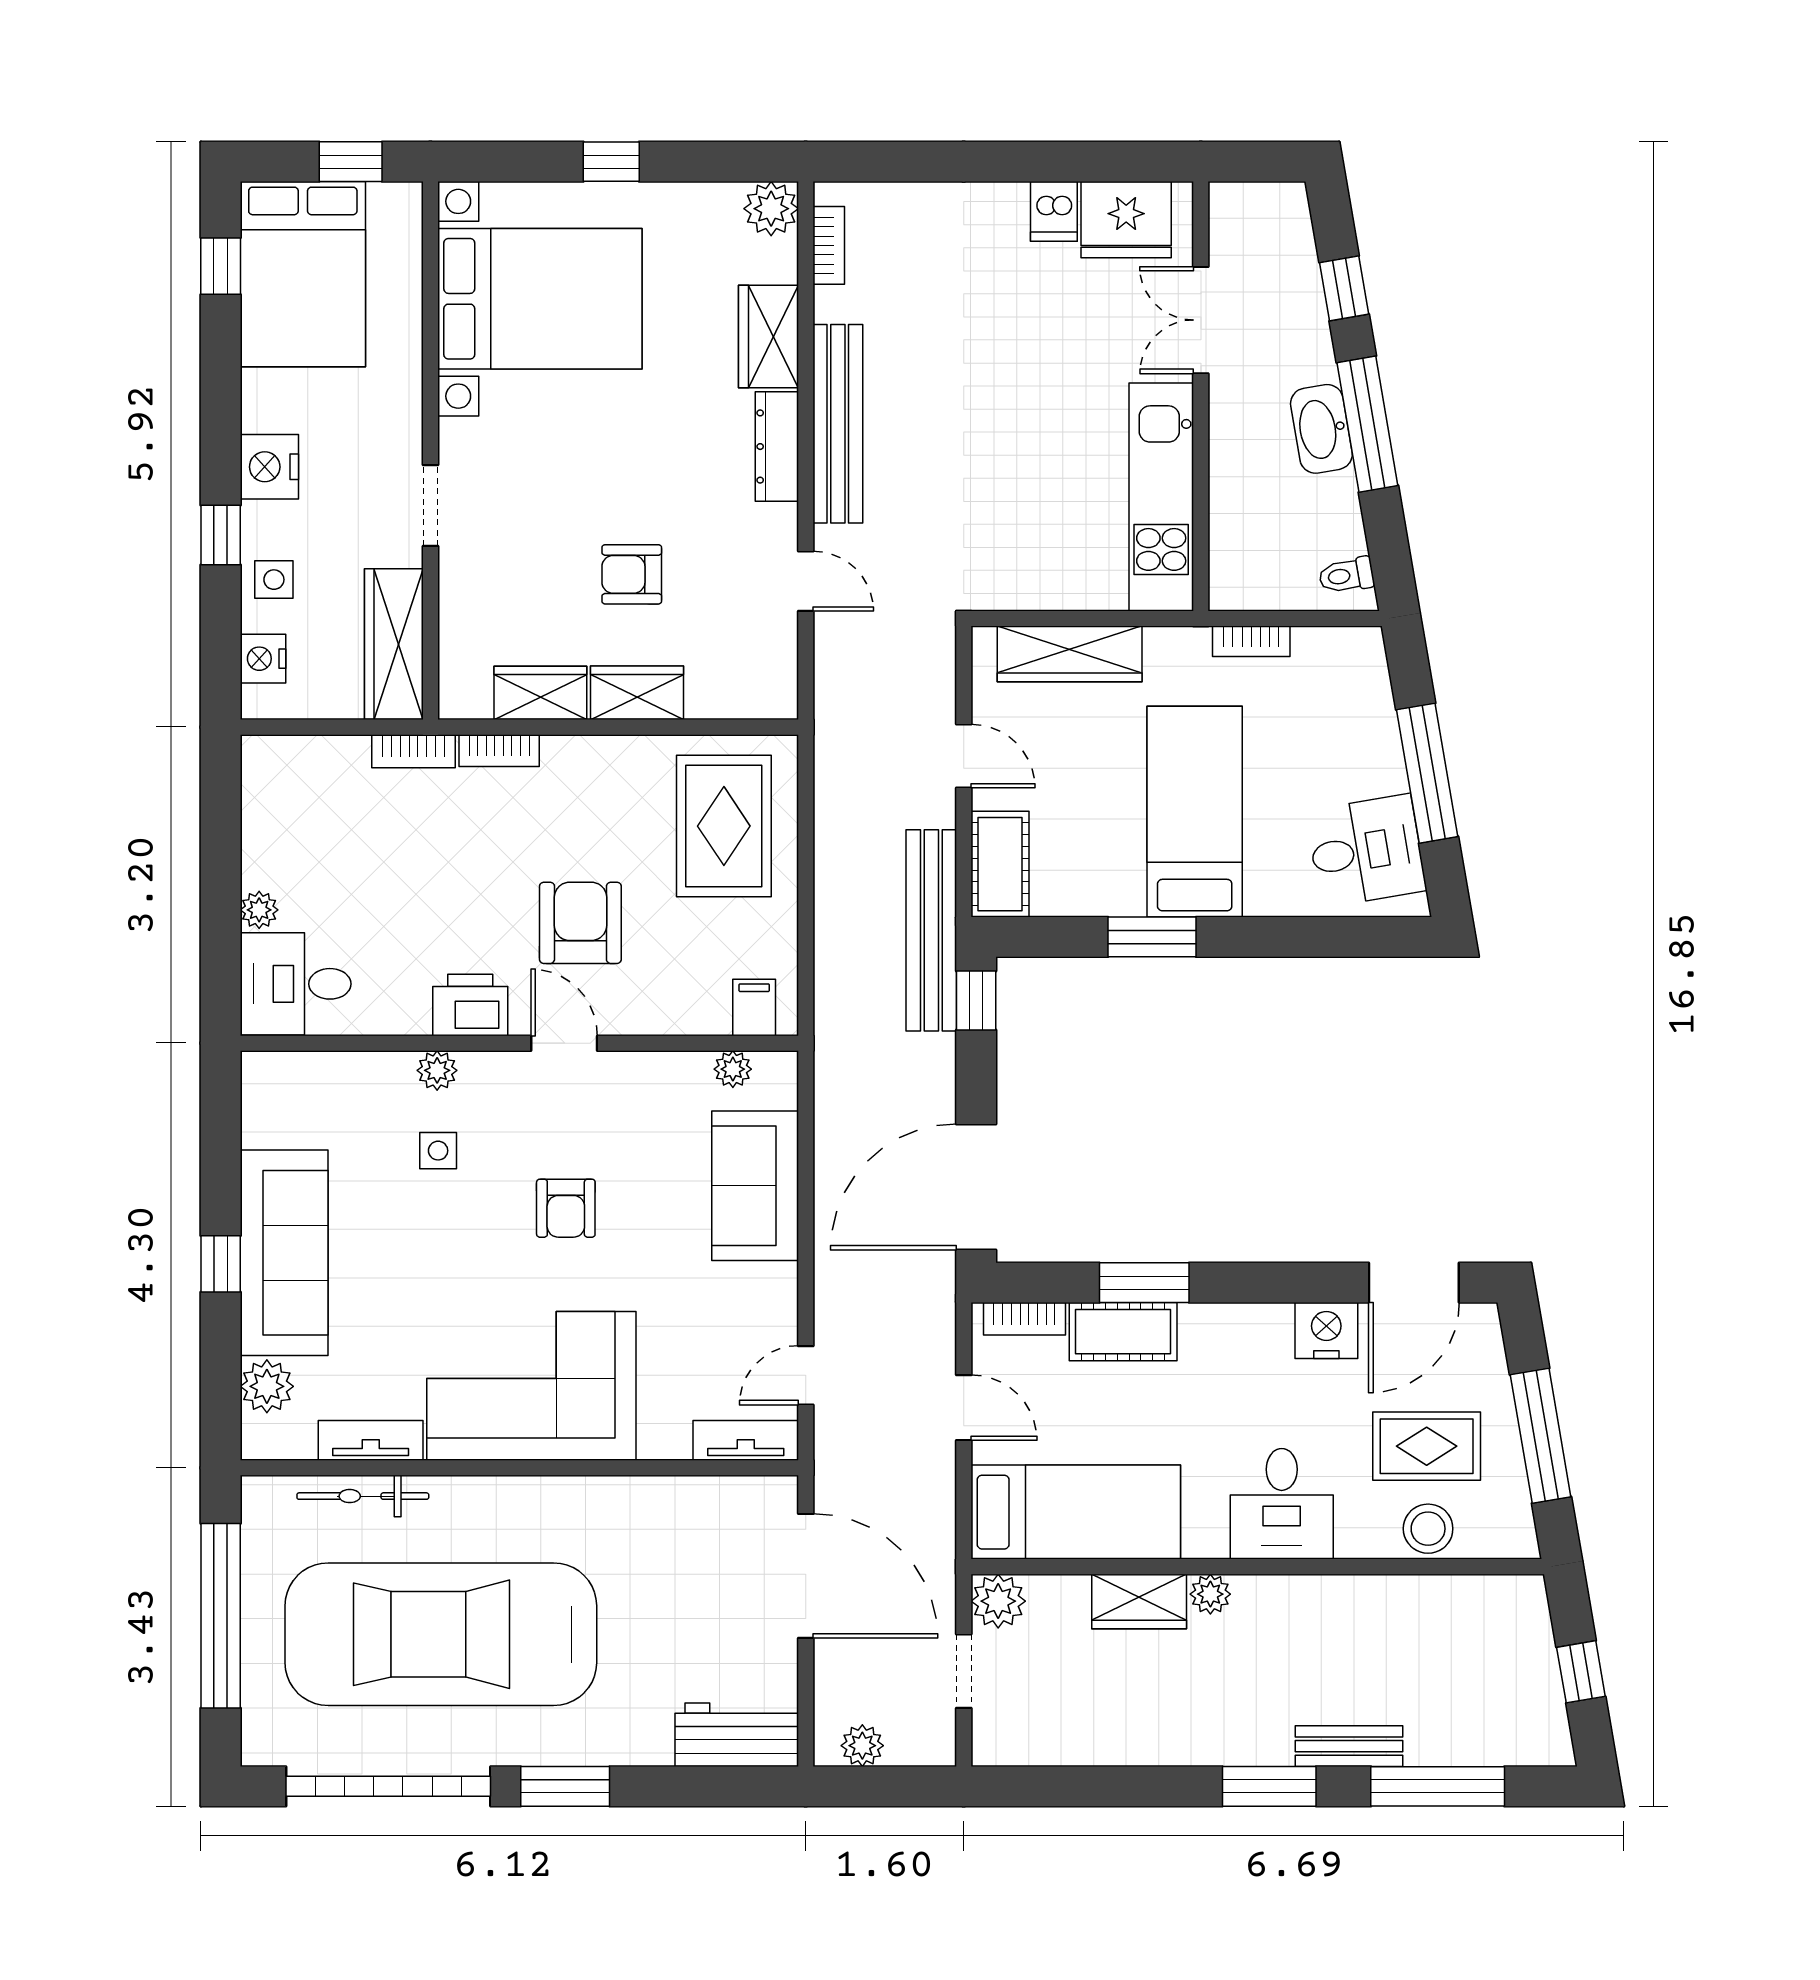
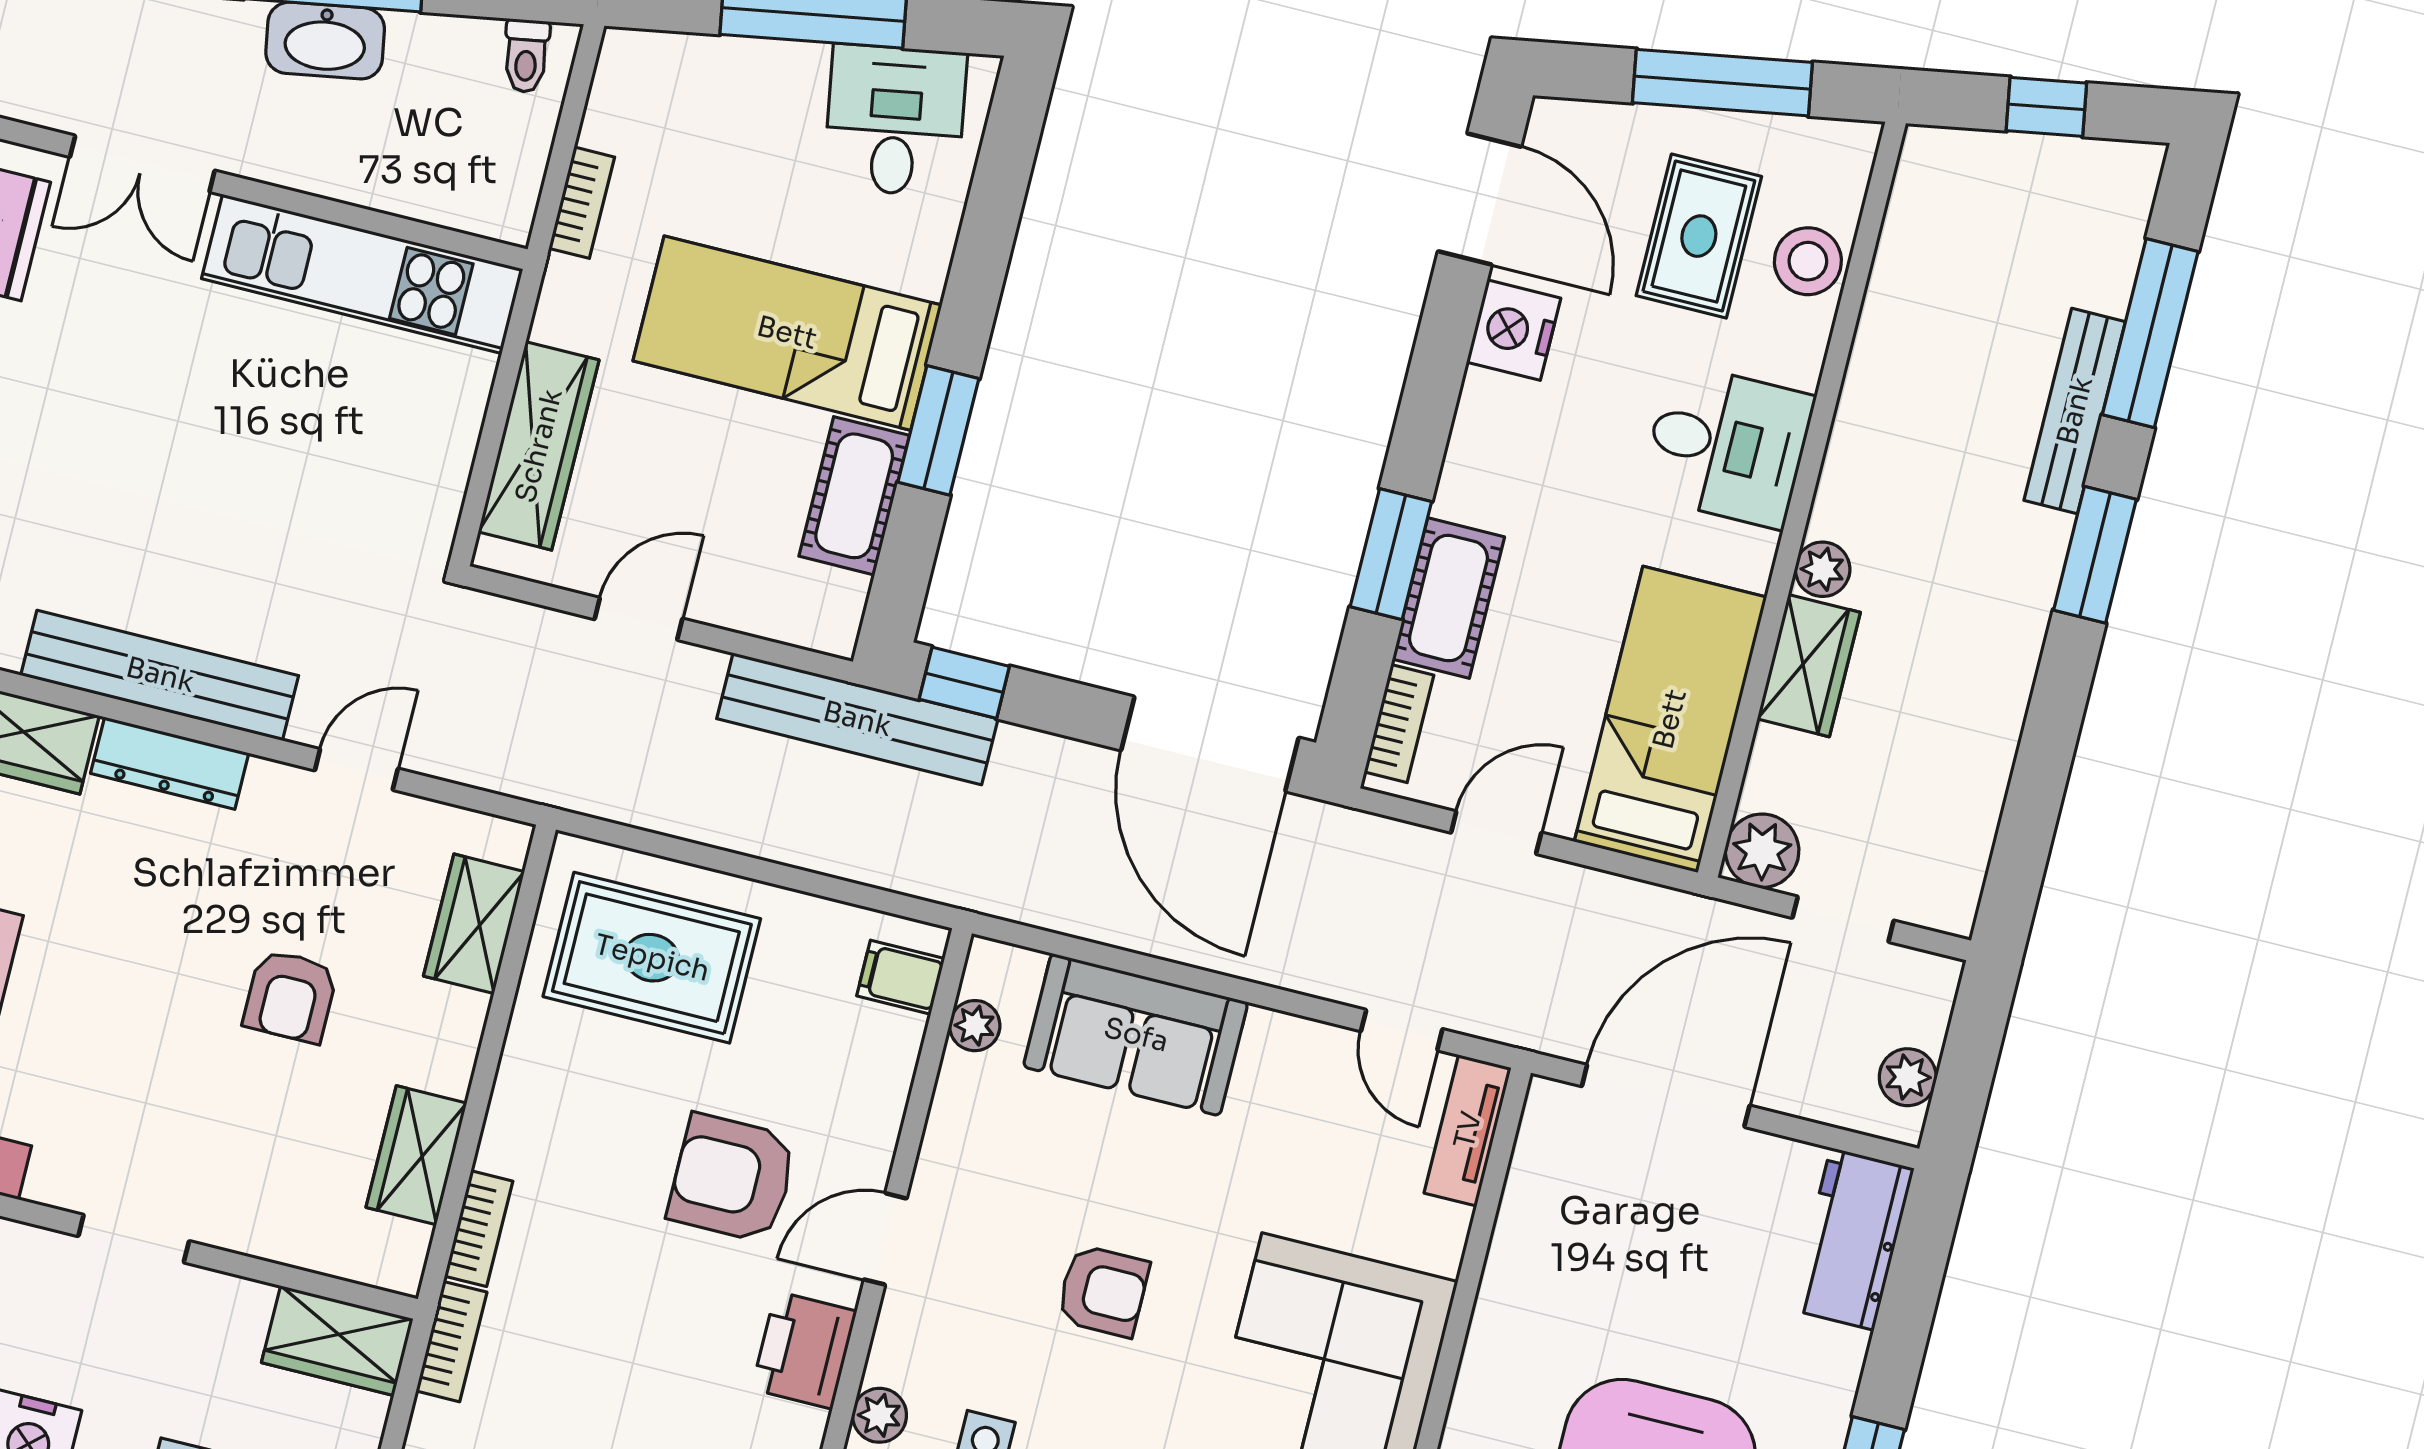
wardrobe: (394, 644) -> (337, 1341), width x0.67
wardrobe: (637, 693) -> (474, 924), moved
cot: (1000, 864) -> (854, 496), moved, turned 90
bench: (1349, 1746) -> (2075, 411), width x1.36

